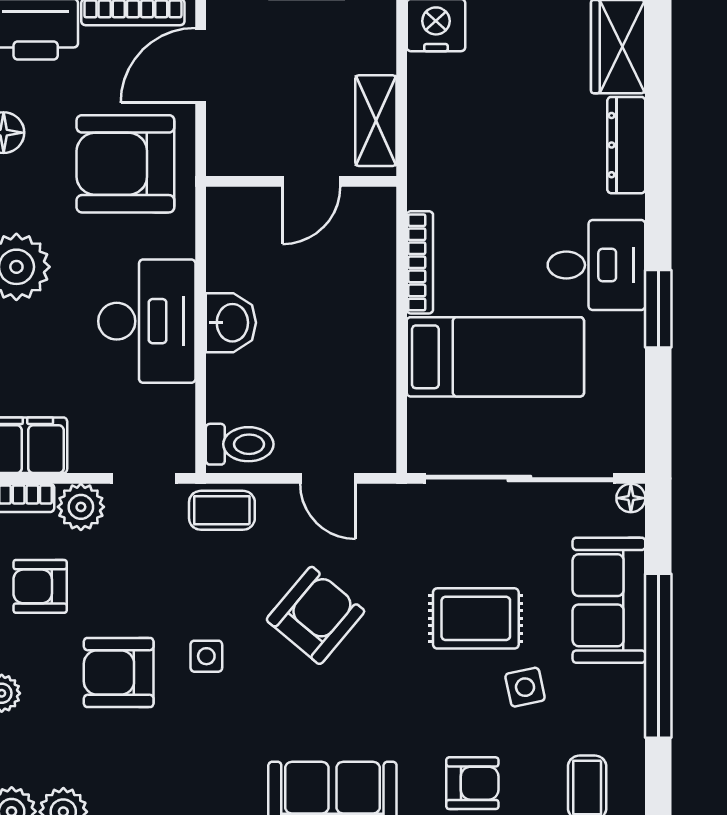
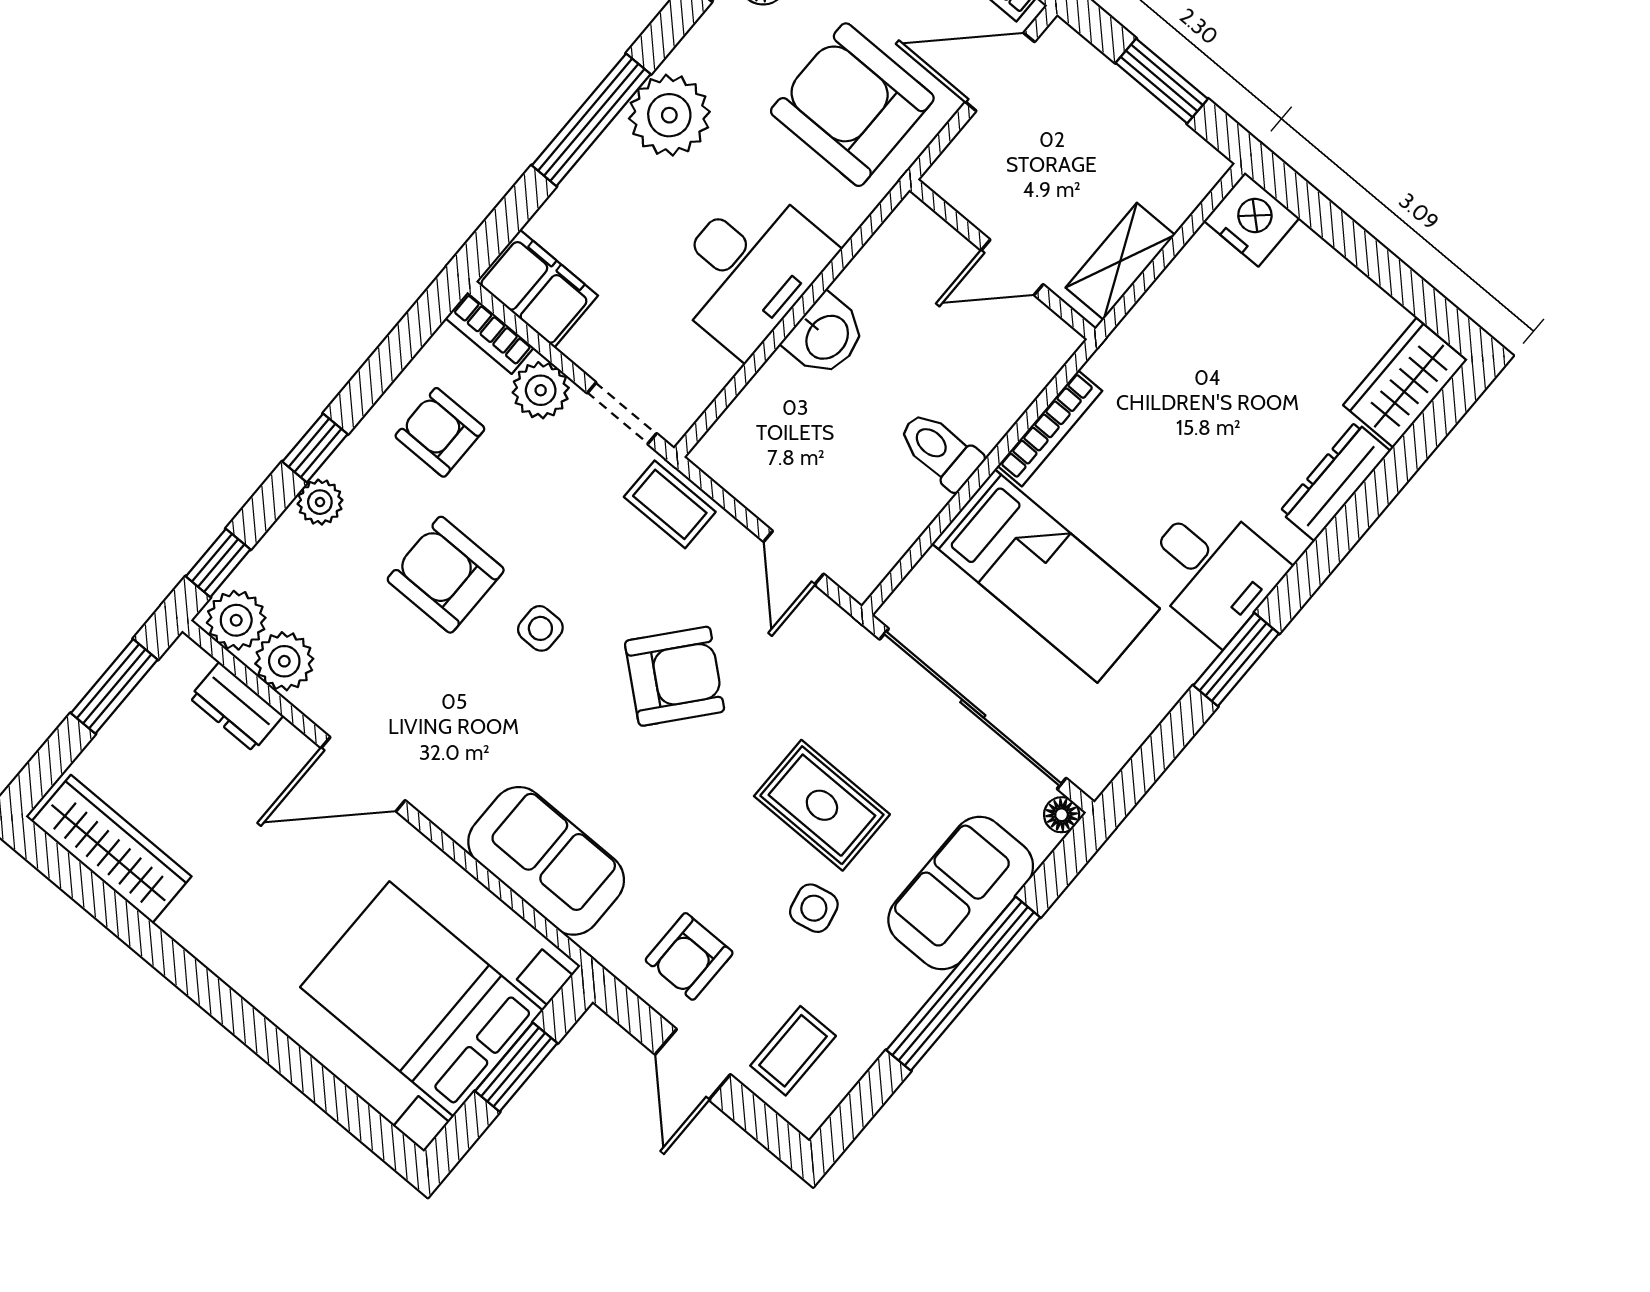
toilet: (240, 444) -> (940, 450), moved, turned 180
armchair: (472, 783) -> (689, 956), turned 90

